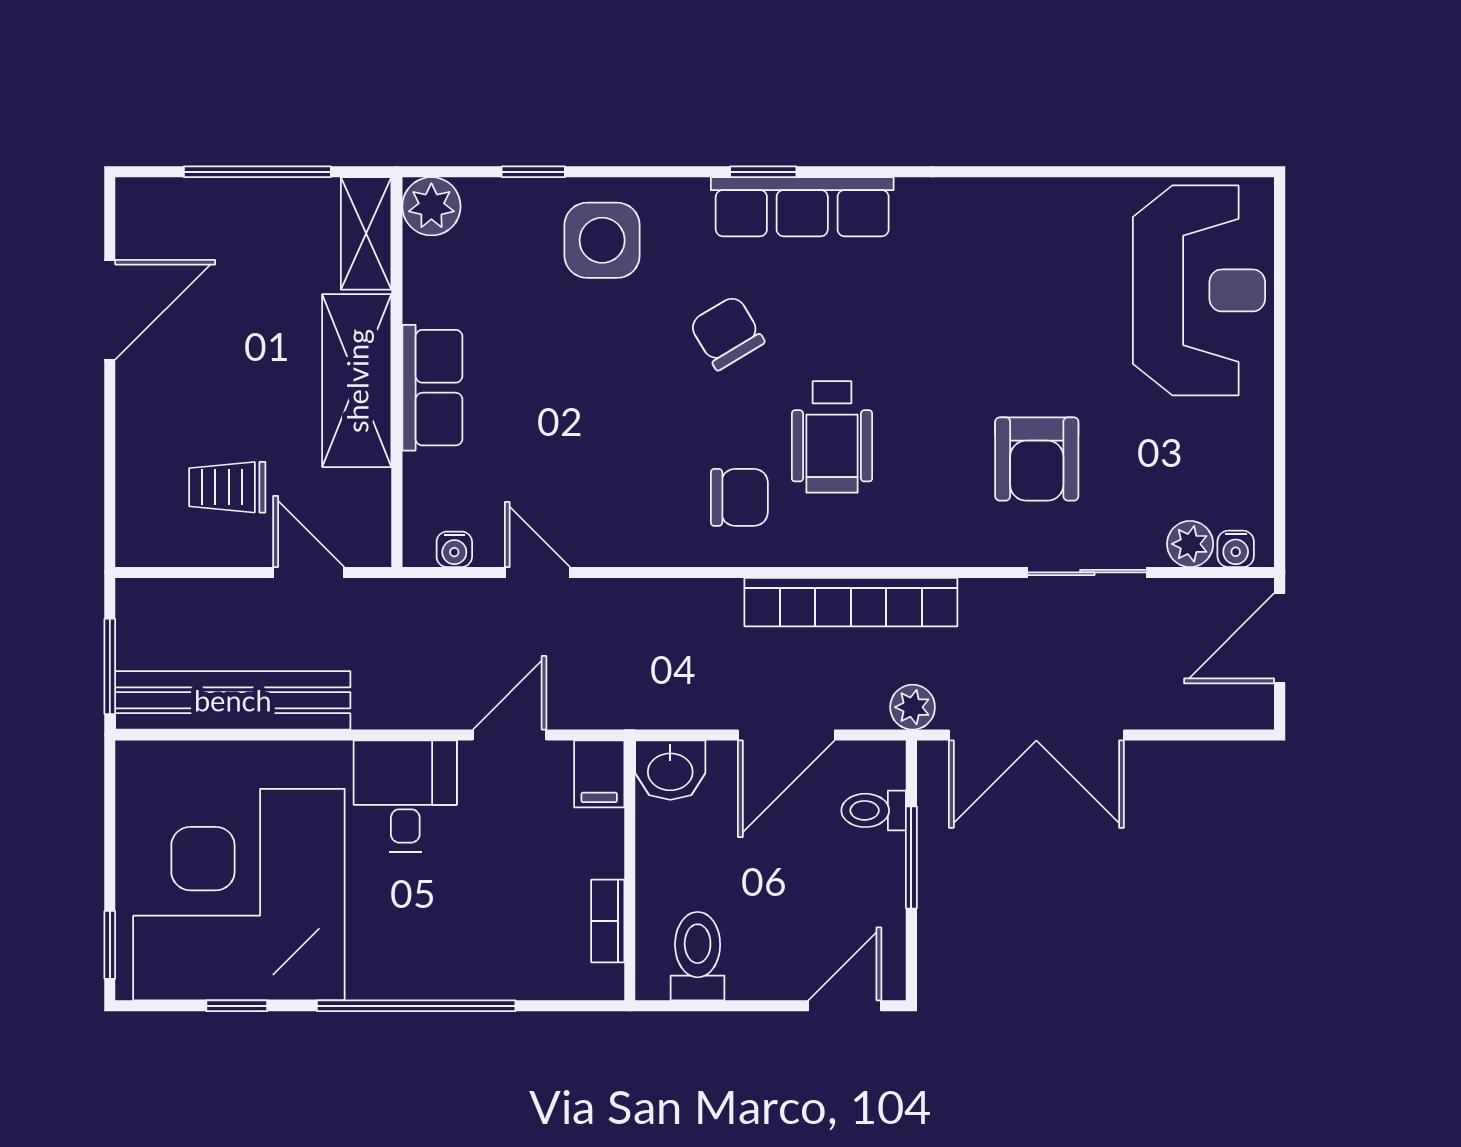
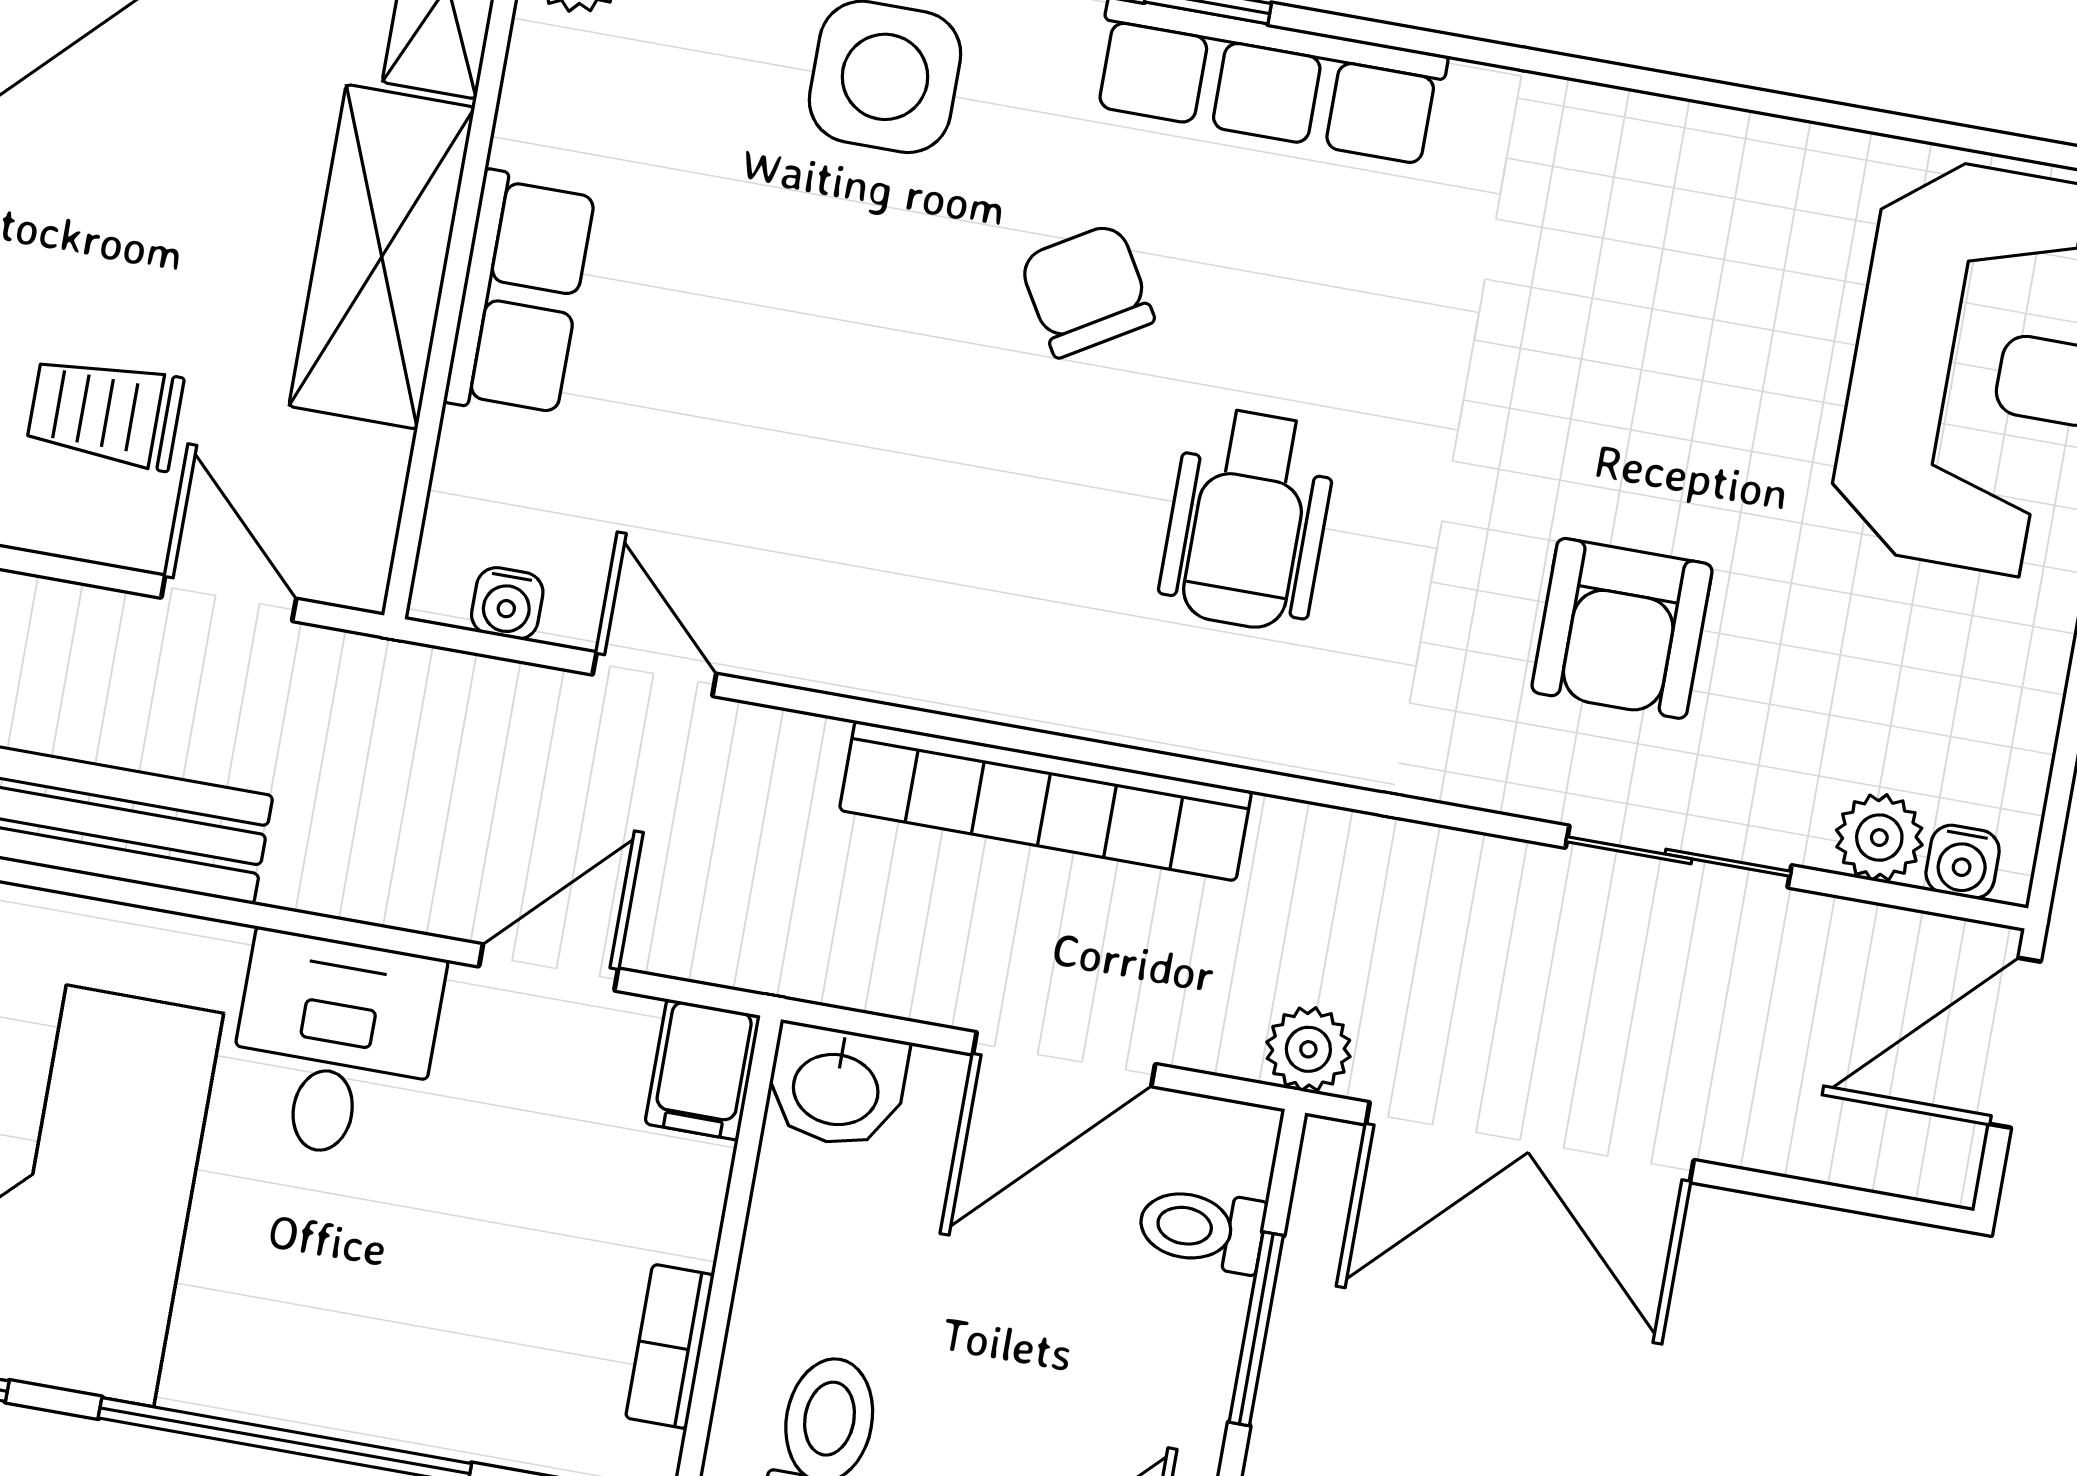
chair: (739, 497) -> (1055, 601), removed
bookcase: (851, 602) -> (1046, 801), moved

